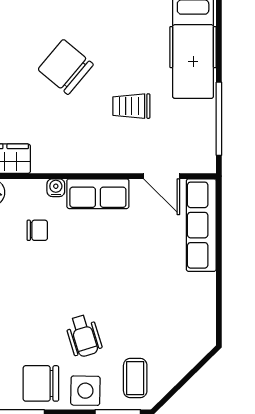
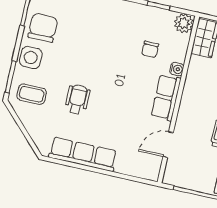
row of seats: (201, 225) -> (83, 154), moved
wheelchair: (84, 336) -> (77, 100), moved, turned 107

